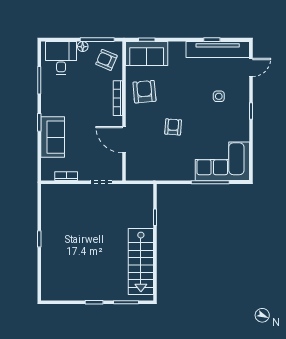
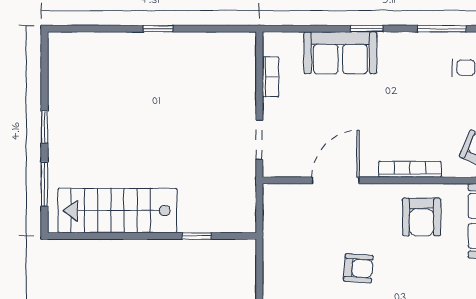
armchair: (144, 92) -> (421, 217), turned 95

